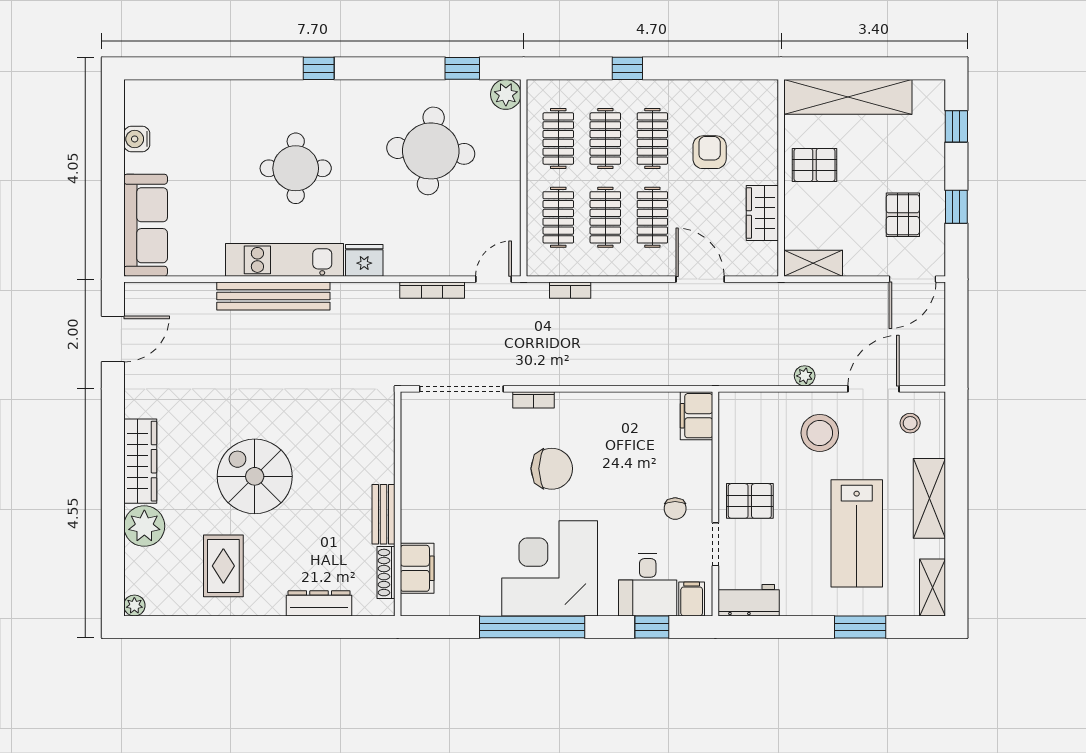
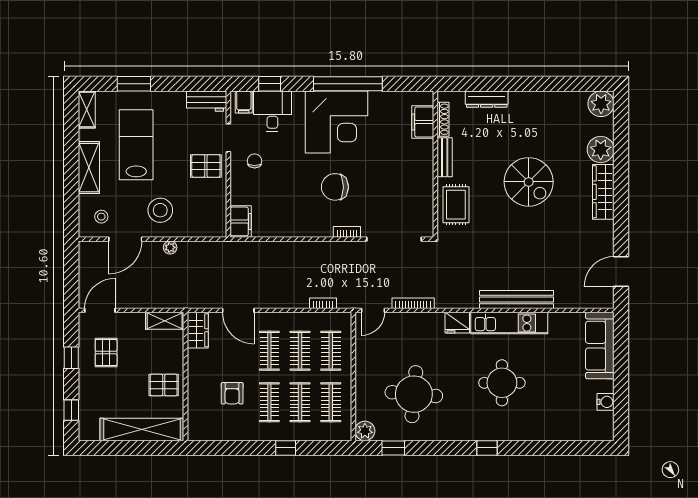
wardrobe: (762, 213) -> (198, 330), moved
rug: (223, 566) -> (456, 205), moved
plant: (134, 605) -> (601, 104), width x1.87, depth x1.87

